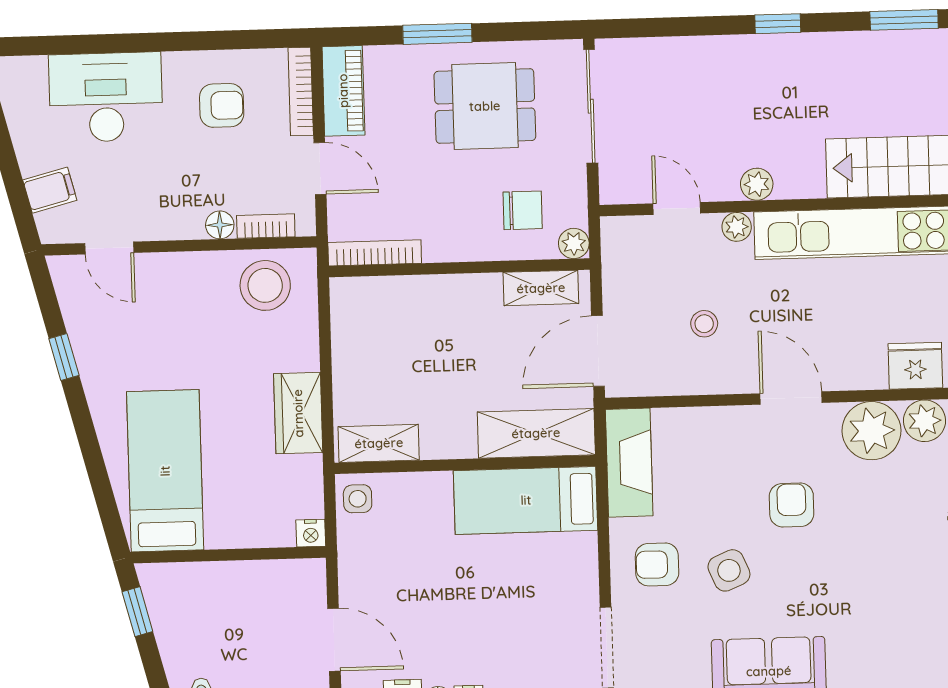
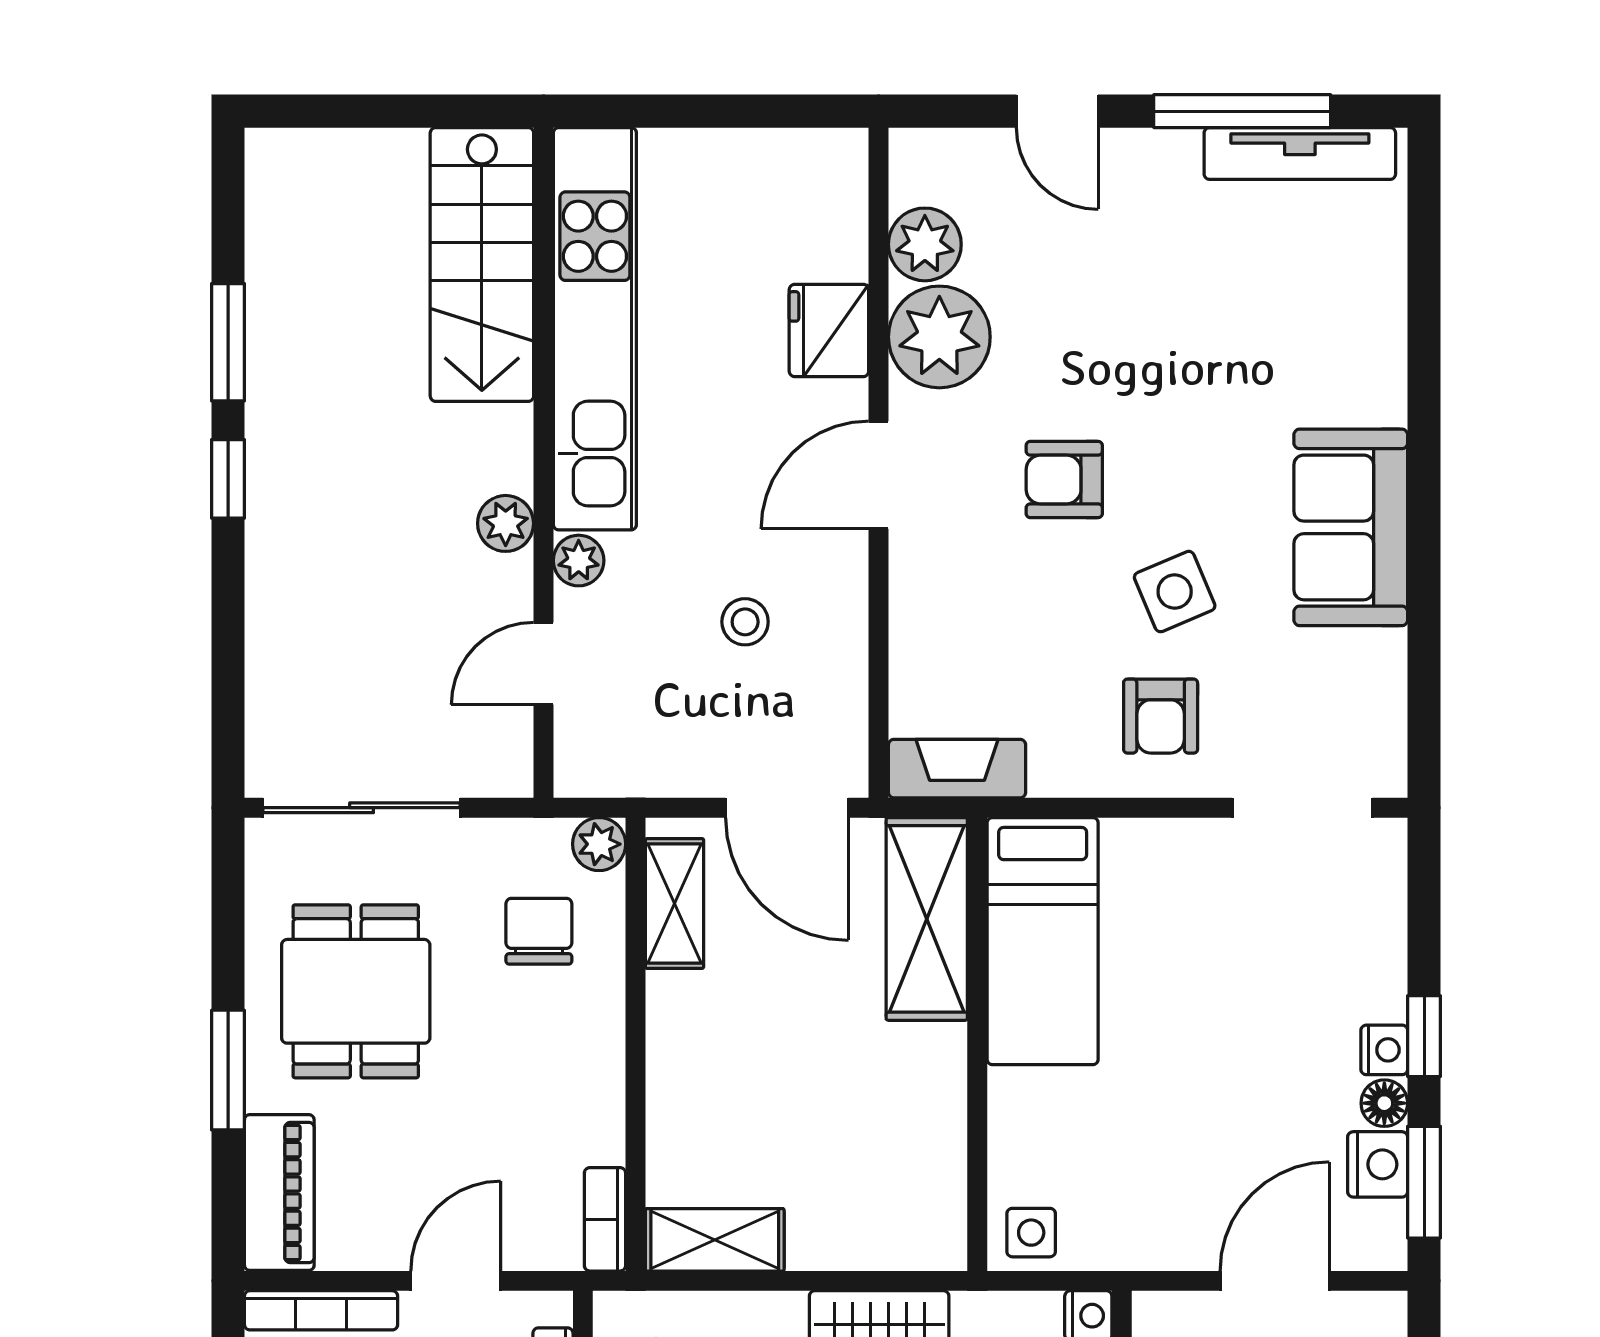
window: (904, 20) -> (228, 342), moved
piano: (343, 91) -> (279, 1193), moved, turned 90
bookcase: (375, 253) -> (605, 1219), width x0.64
fridge: (915, 366) -> (829, 330), moved
shelving: (379, 443) -> (715, 1240), moved, turned 90
fireplace: (629, 463) -> (957, 769), width x0.73, depth x0.76

